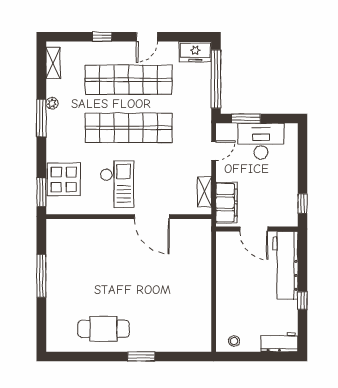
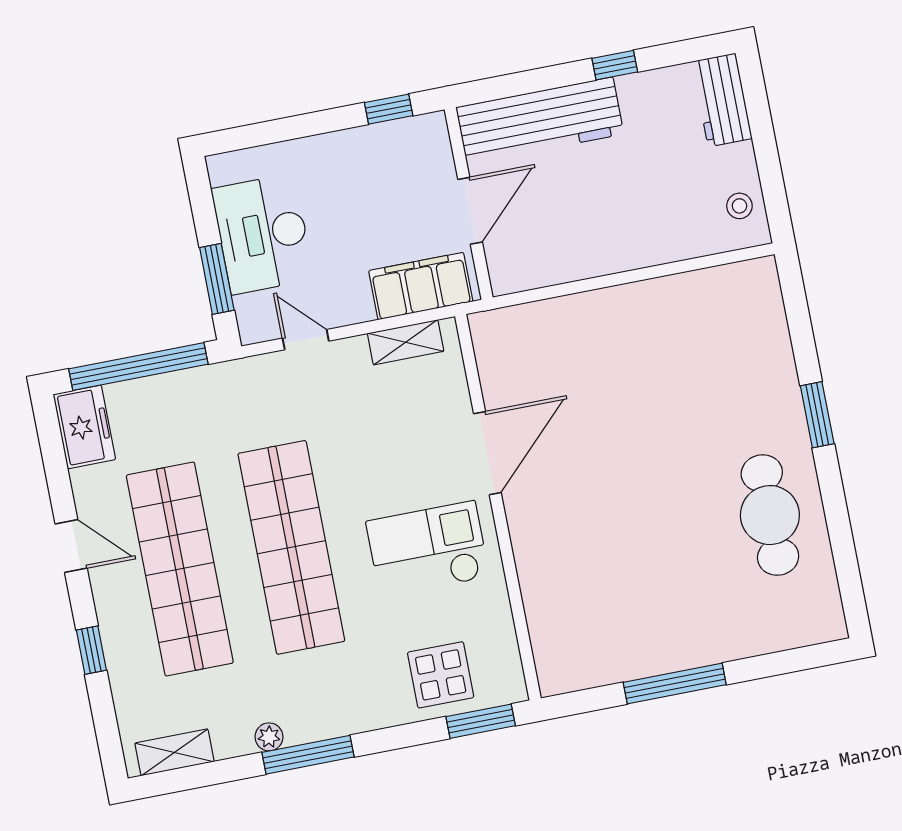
display table: (64, 179) -> (441, 675), width x0.73, depth x0.73

